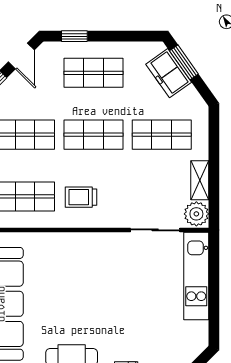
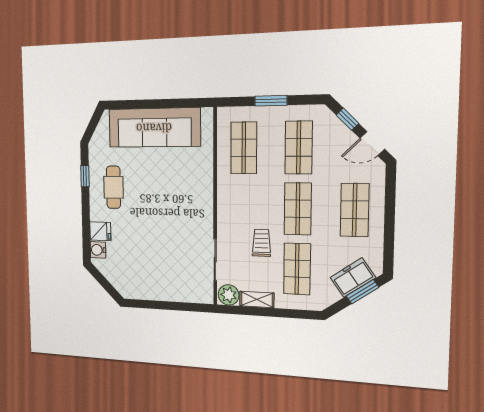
window: (74, 36) -> (390, 193), removed
trolley: (81, 197) -> (261, 243), moved
kitchen unit: (196, 276) -> (178, 292), removed

